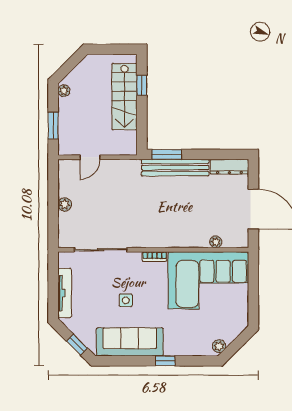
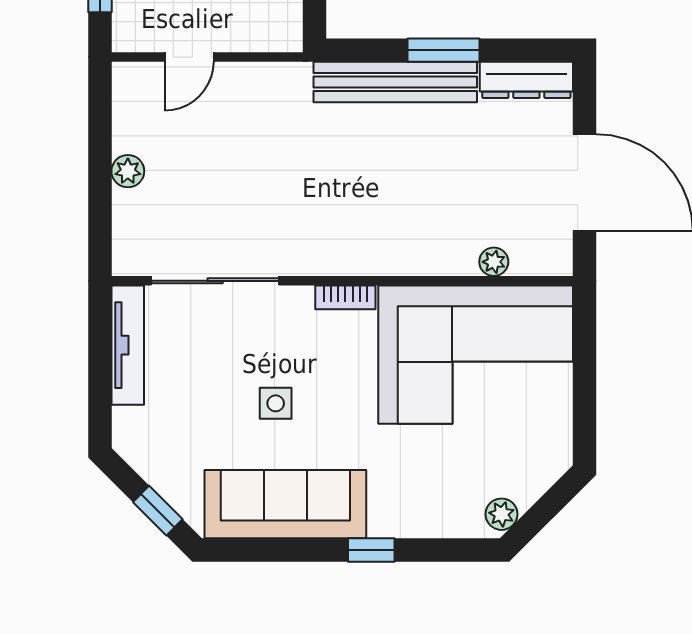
window: (167, 154) -> (444, 50), moved
tv unit: (65, 293) -> (128, 345), moved

